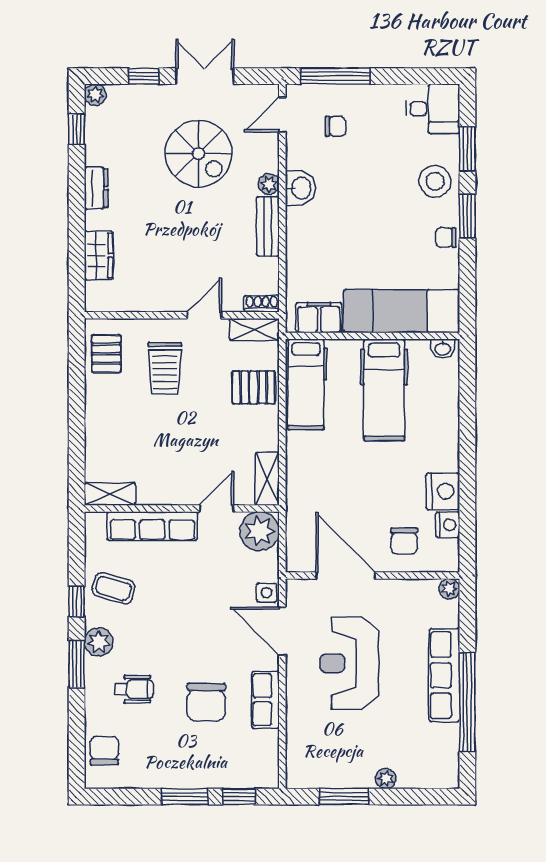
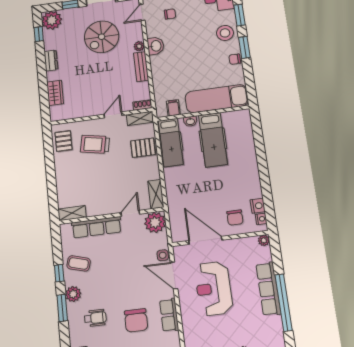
plant: (95, 95) -> (52, 20), width x1.88, depth x1.88
spiral stairs: (199, 153) -> (102, 37), turned 90
filing cabinet: (319, 318) -> (173, 108), width x0.50
washbasin: (443, 349) -> (190, 121), moved
trolley: (165, 368) -> (95, 144), turned 101
nightstand: (443, 491) -> (261, 219), moved, width x0.53, depth x0.56

